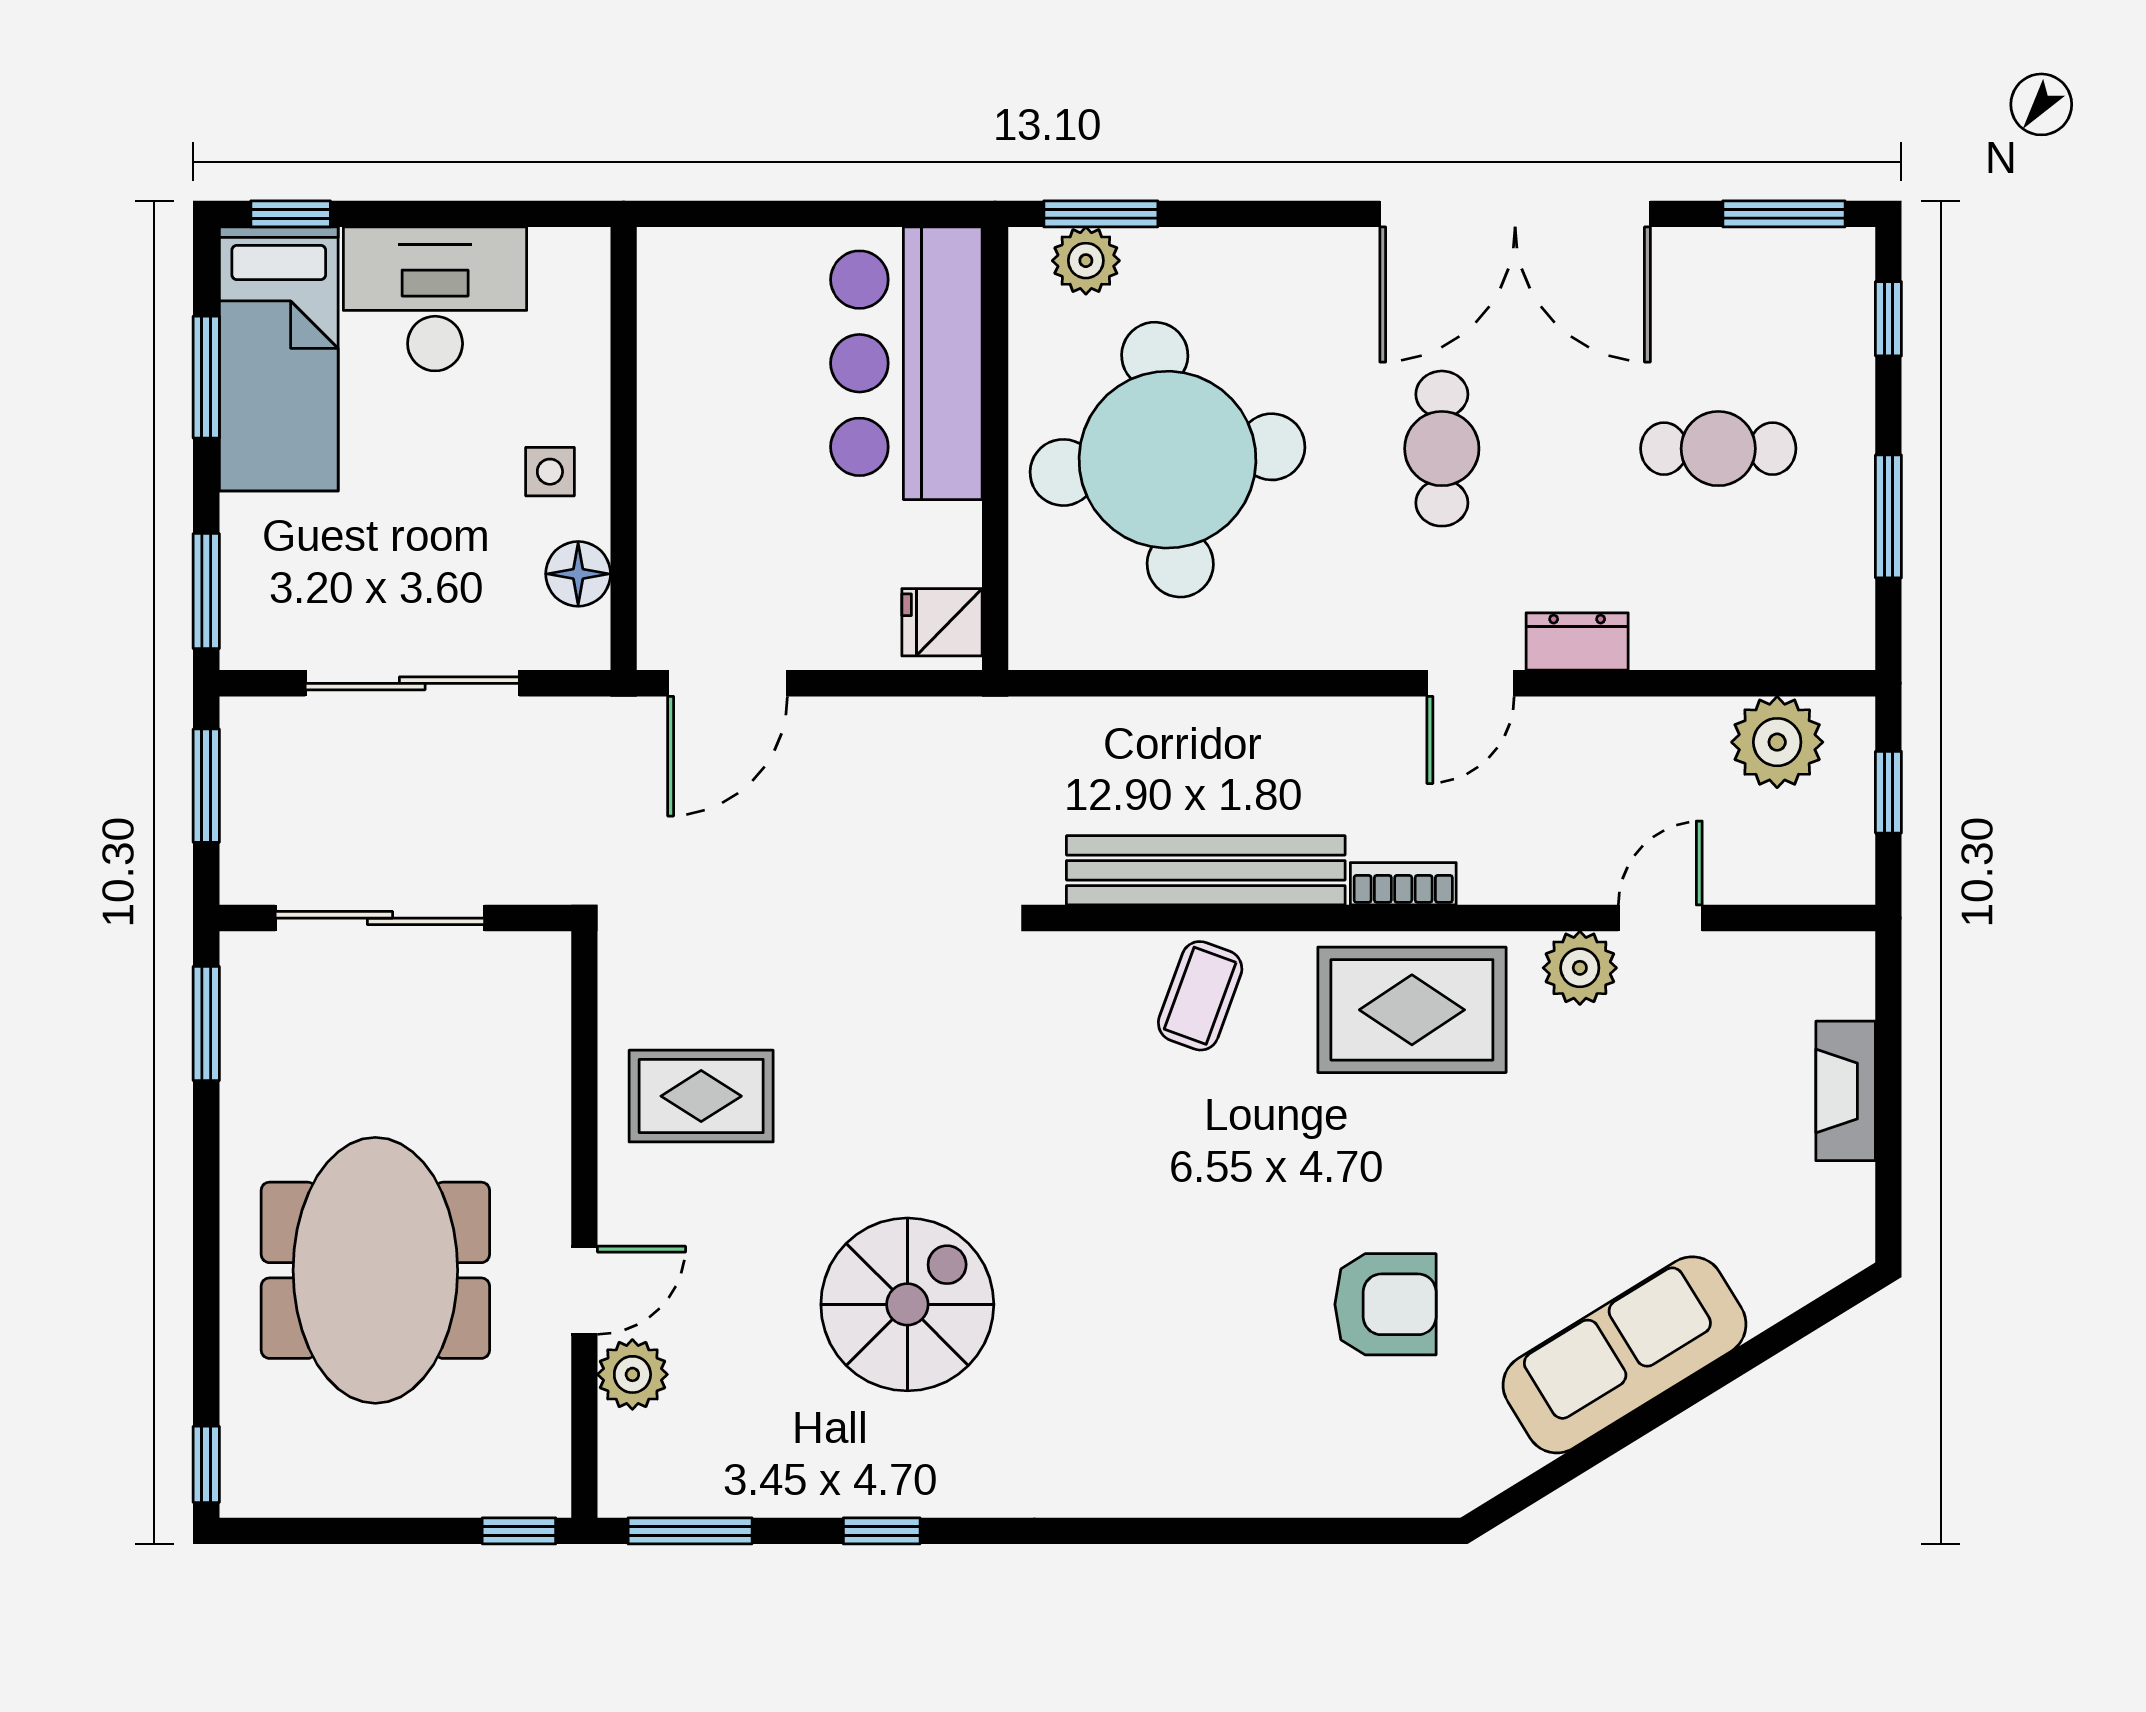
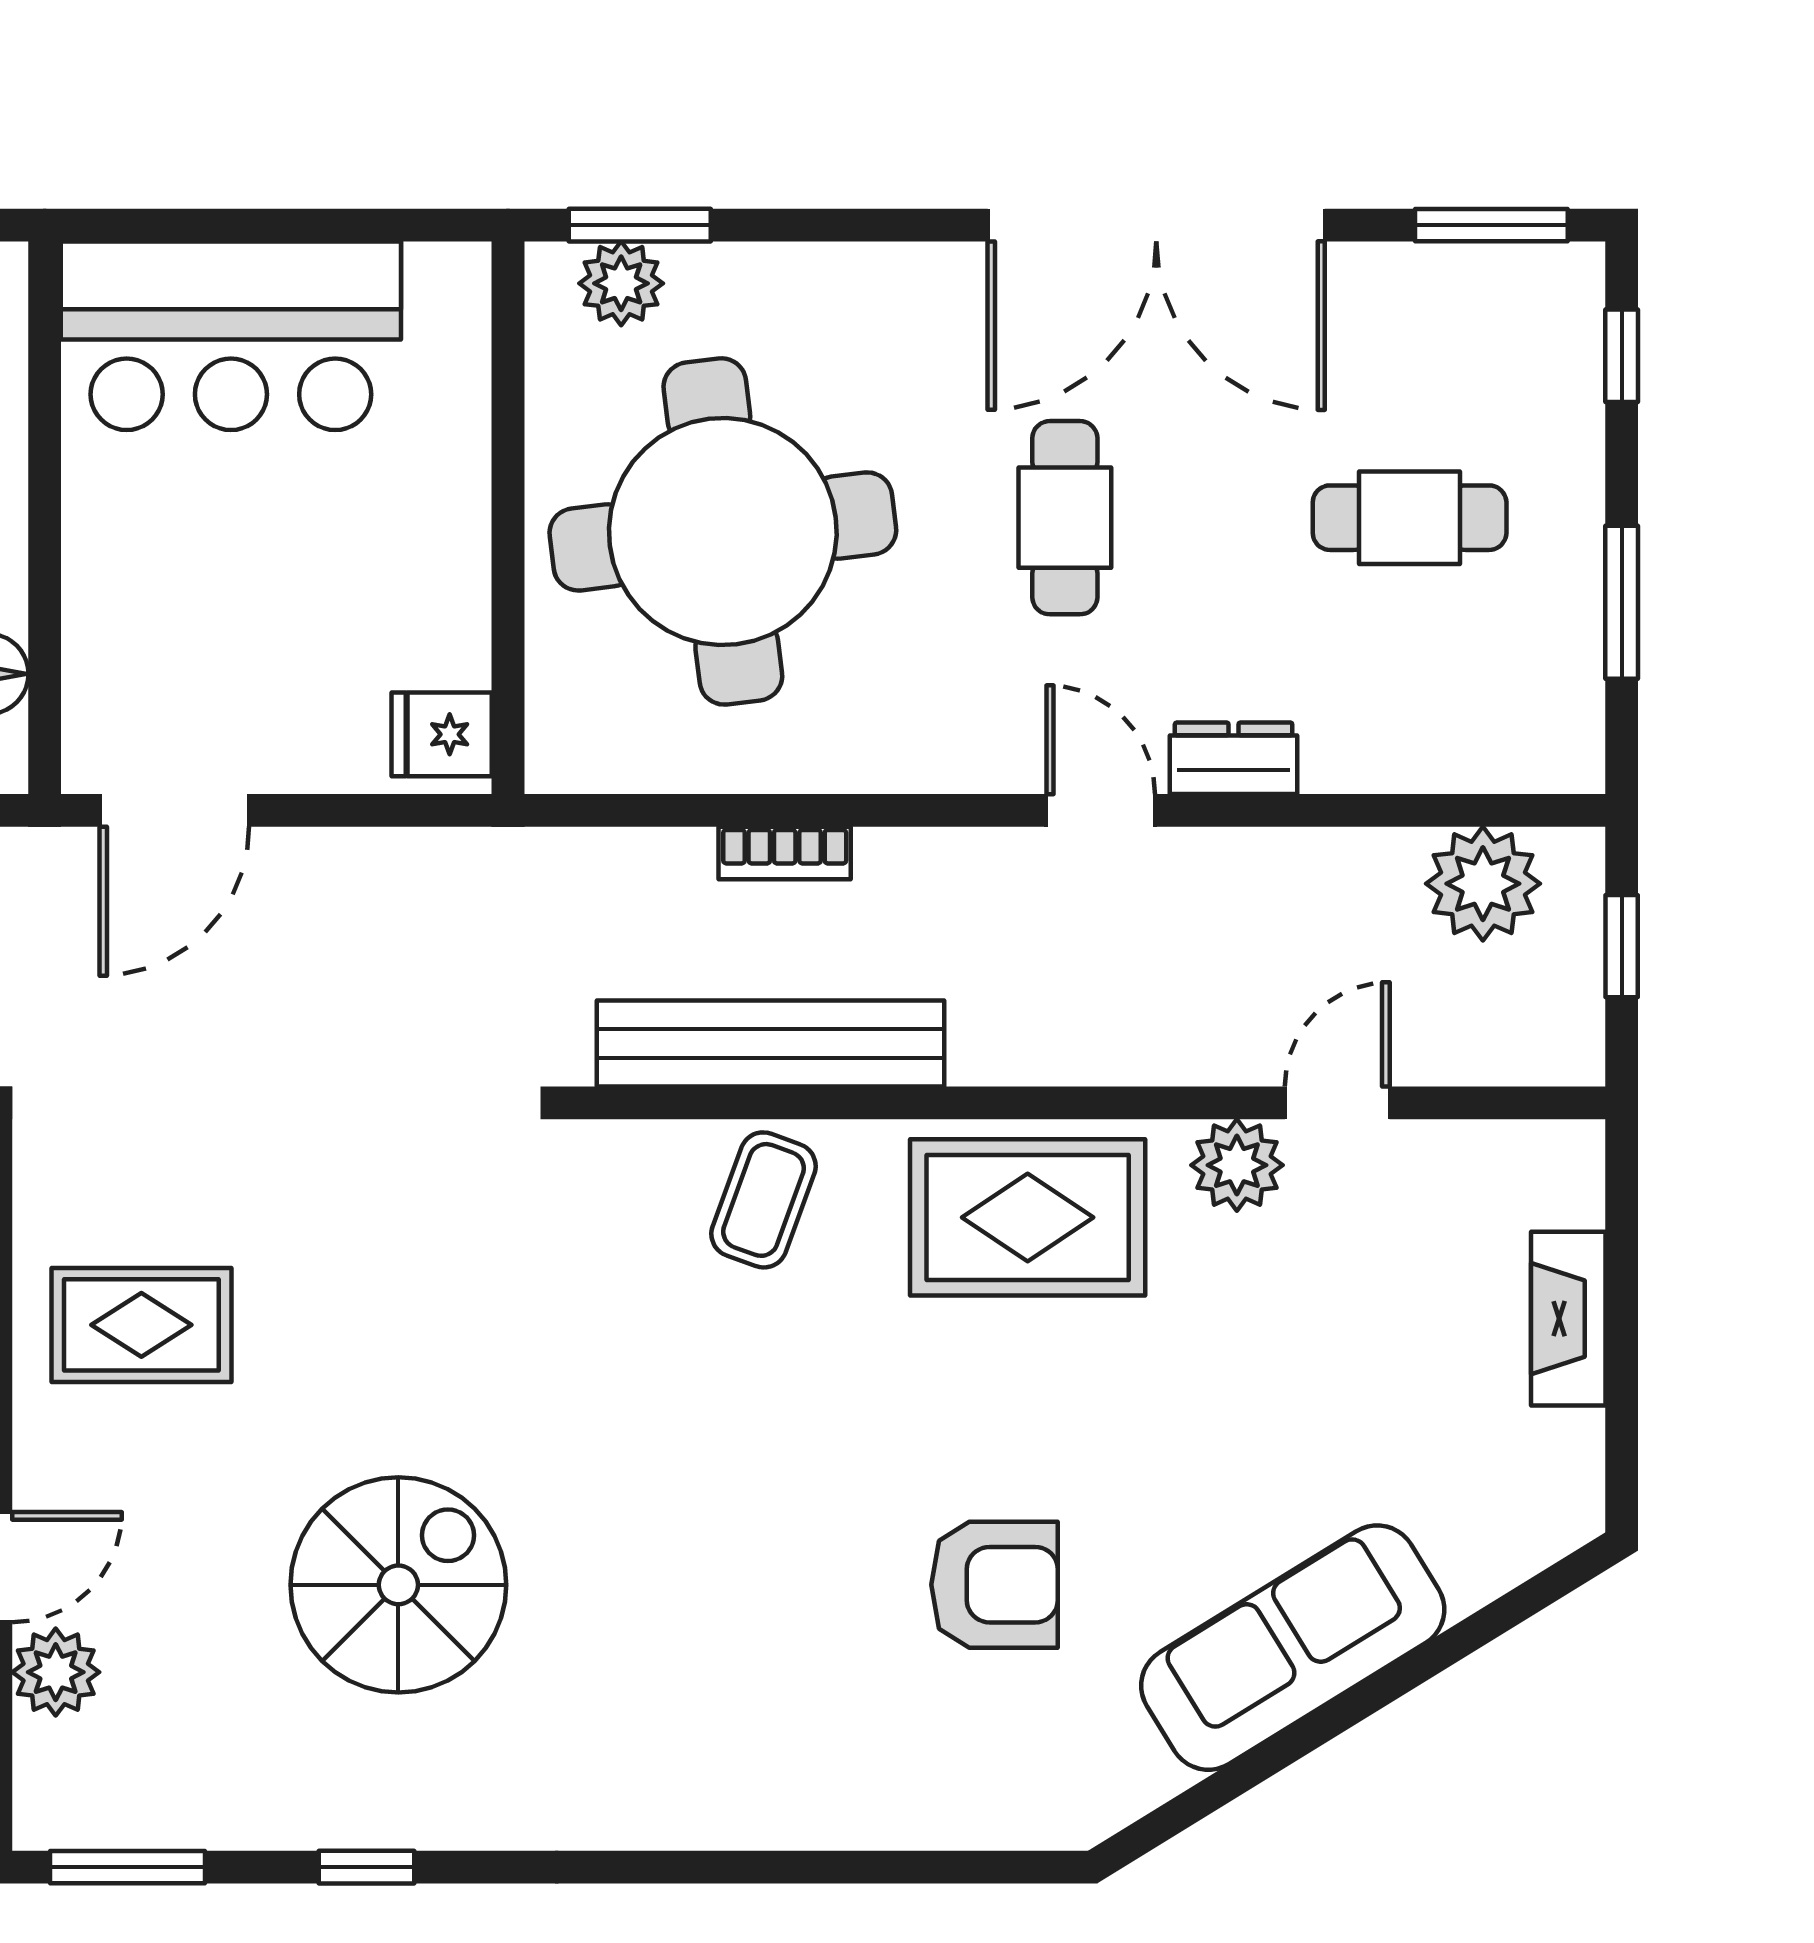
bar counter: (906, 363) -> (231, 336), moved, turned -90
door: (1471, 683) -> (1101, 810), swing flipped
bookcase: (1403, 884) -> (785, 853), moved, turned 180

